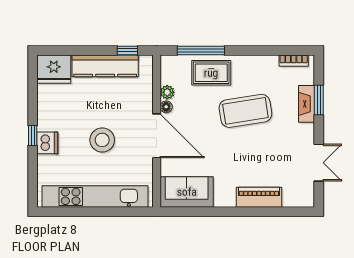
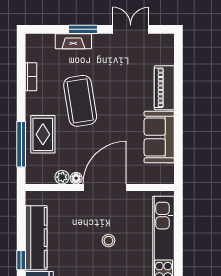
window: (127, 50) -> (21, 260), moved
bookcase: (294, 61) -> (31, 77), moved
window: (319, 100) -> (83, 29), moved
stool: (102, 140) -> (108, 241), width x0.53, depth x0.53
sofa: (187, 192) -> (159, 137), moved

